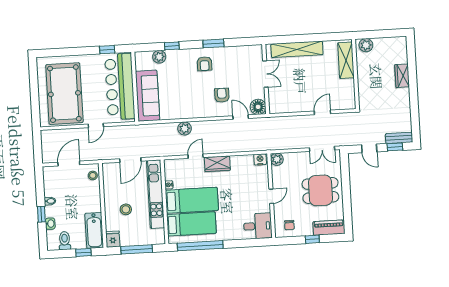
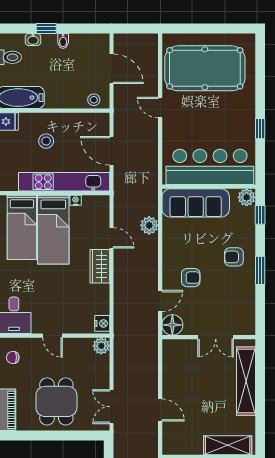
bar counter: (120, 87) -> (210, 167), moved
wall: (135, 87) -> (209, 187), moved
sofa: (147, 96) -> (196, 203), moved

